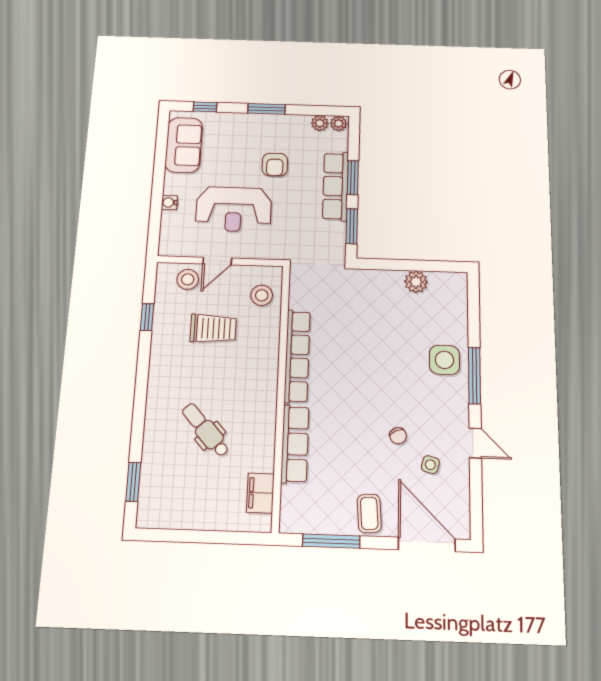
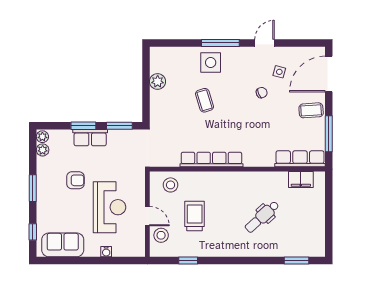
row of seats: (335, 186) -> (90, 138), width x0.68
coffee table: (387, 349) -> (204, 100), added
row of seats: (295, 444) -> (300, 159), moved

